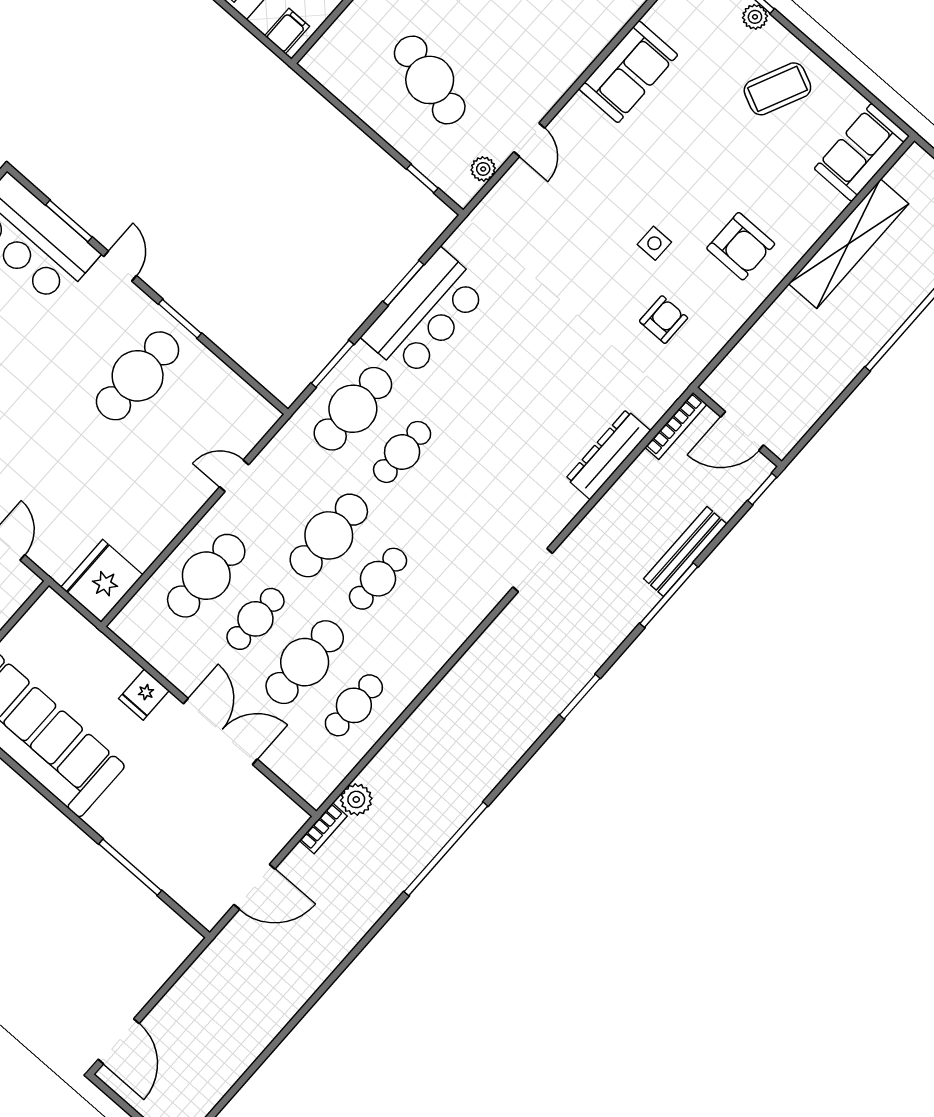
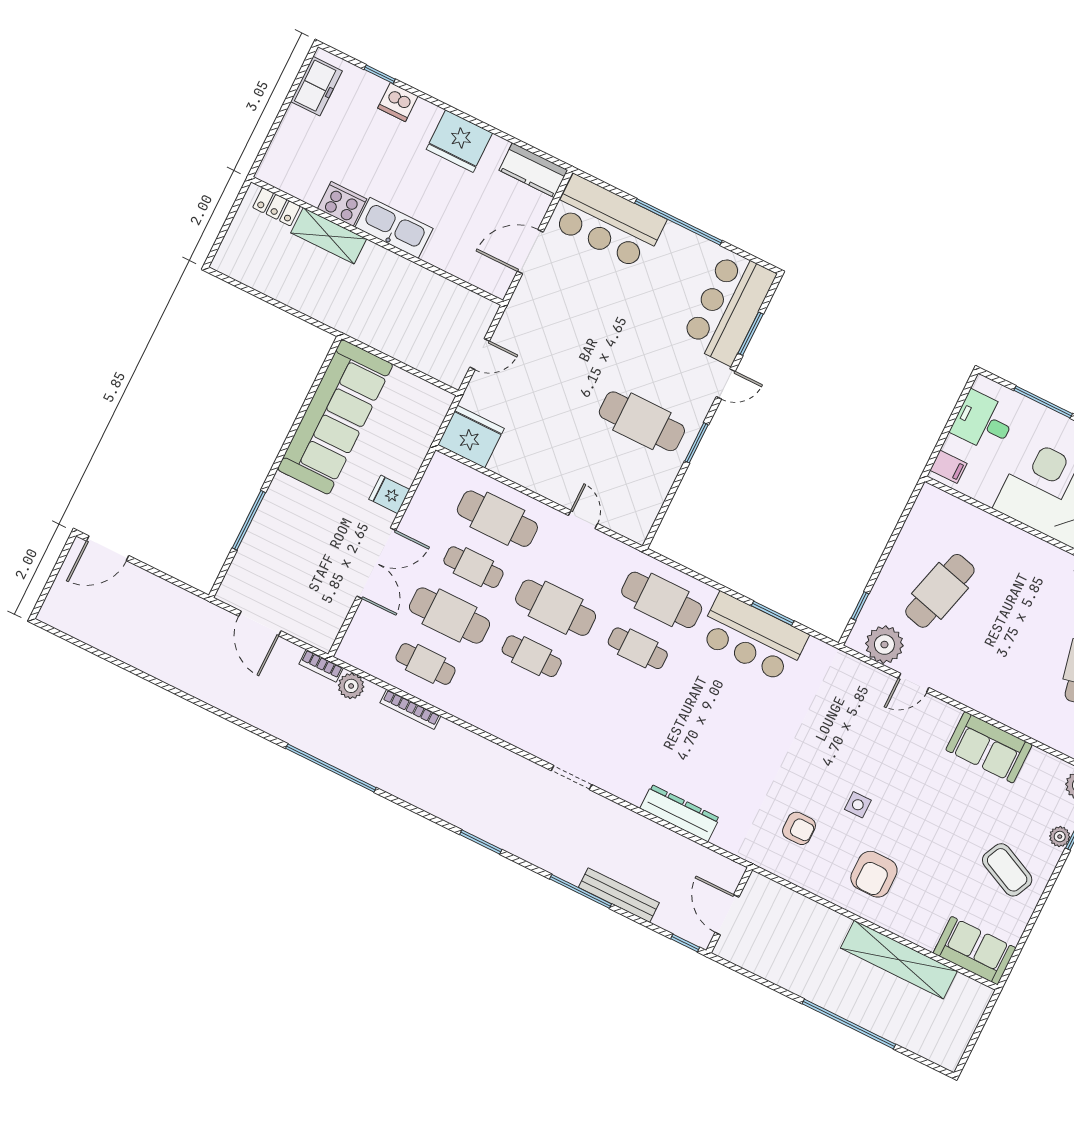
plant: (483, 169) -> (884, 645), width x1.88, depth x1.88
window: (332, 364) -> (693, 574), removed
bookcase: (676, 426) -> (410, 709), moved

